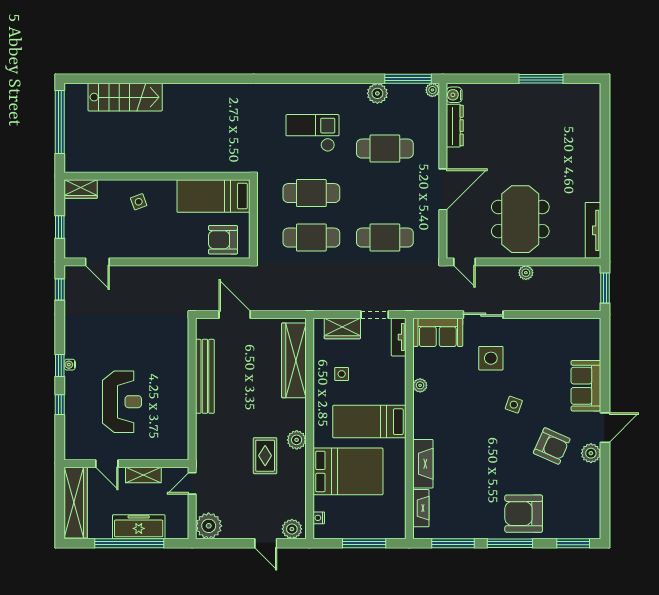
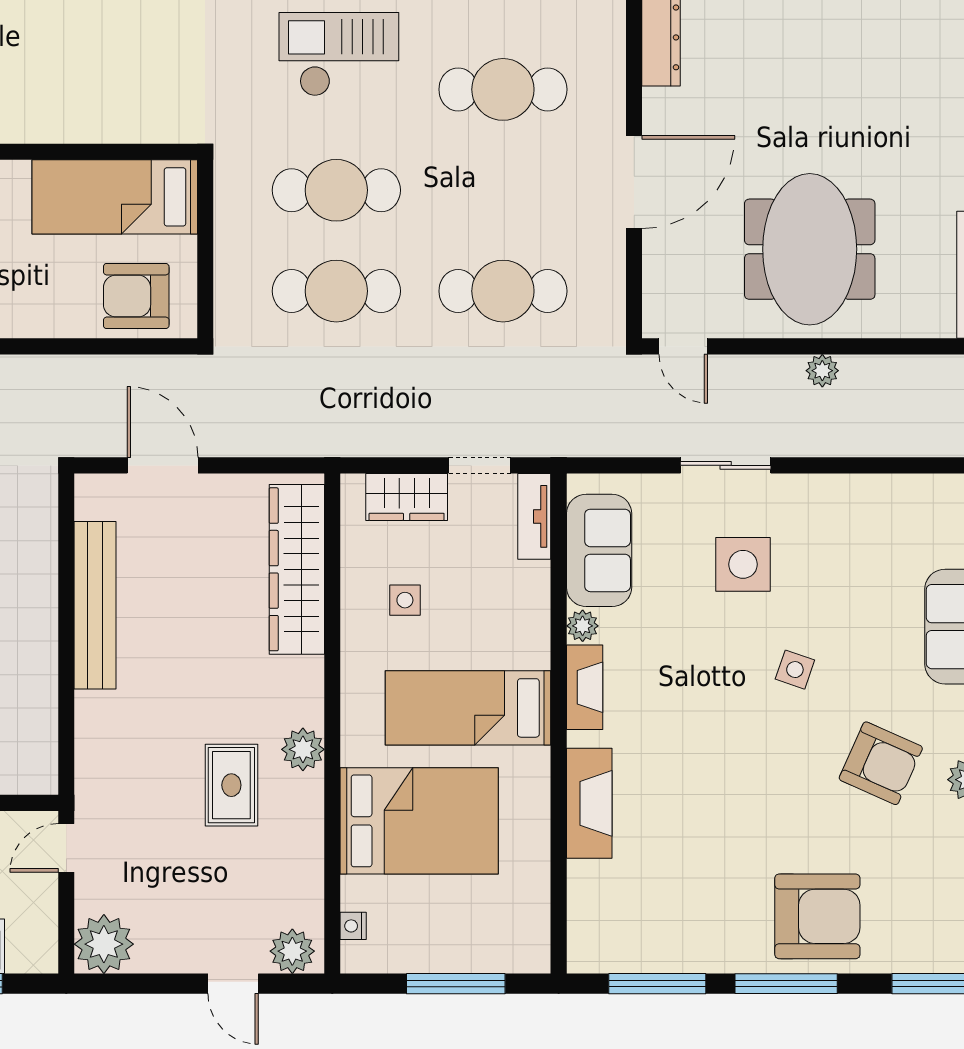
sofa: (438, 332) -> (599, 550), moved, turned -90
fireplace: (421, 508) -> (585, 687), moved
armchair: (524, 514) -> (817, 916), turned 180

